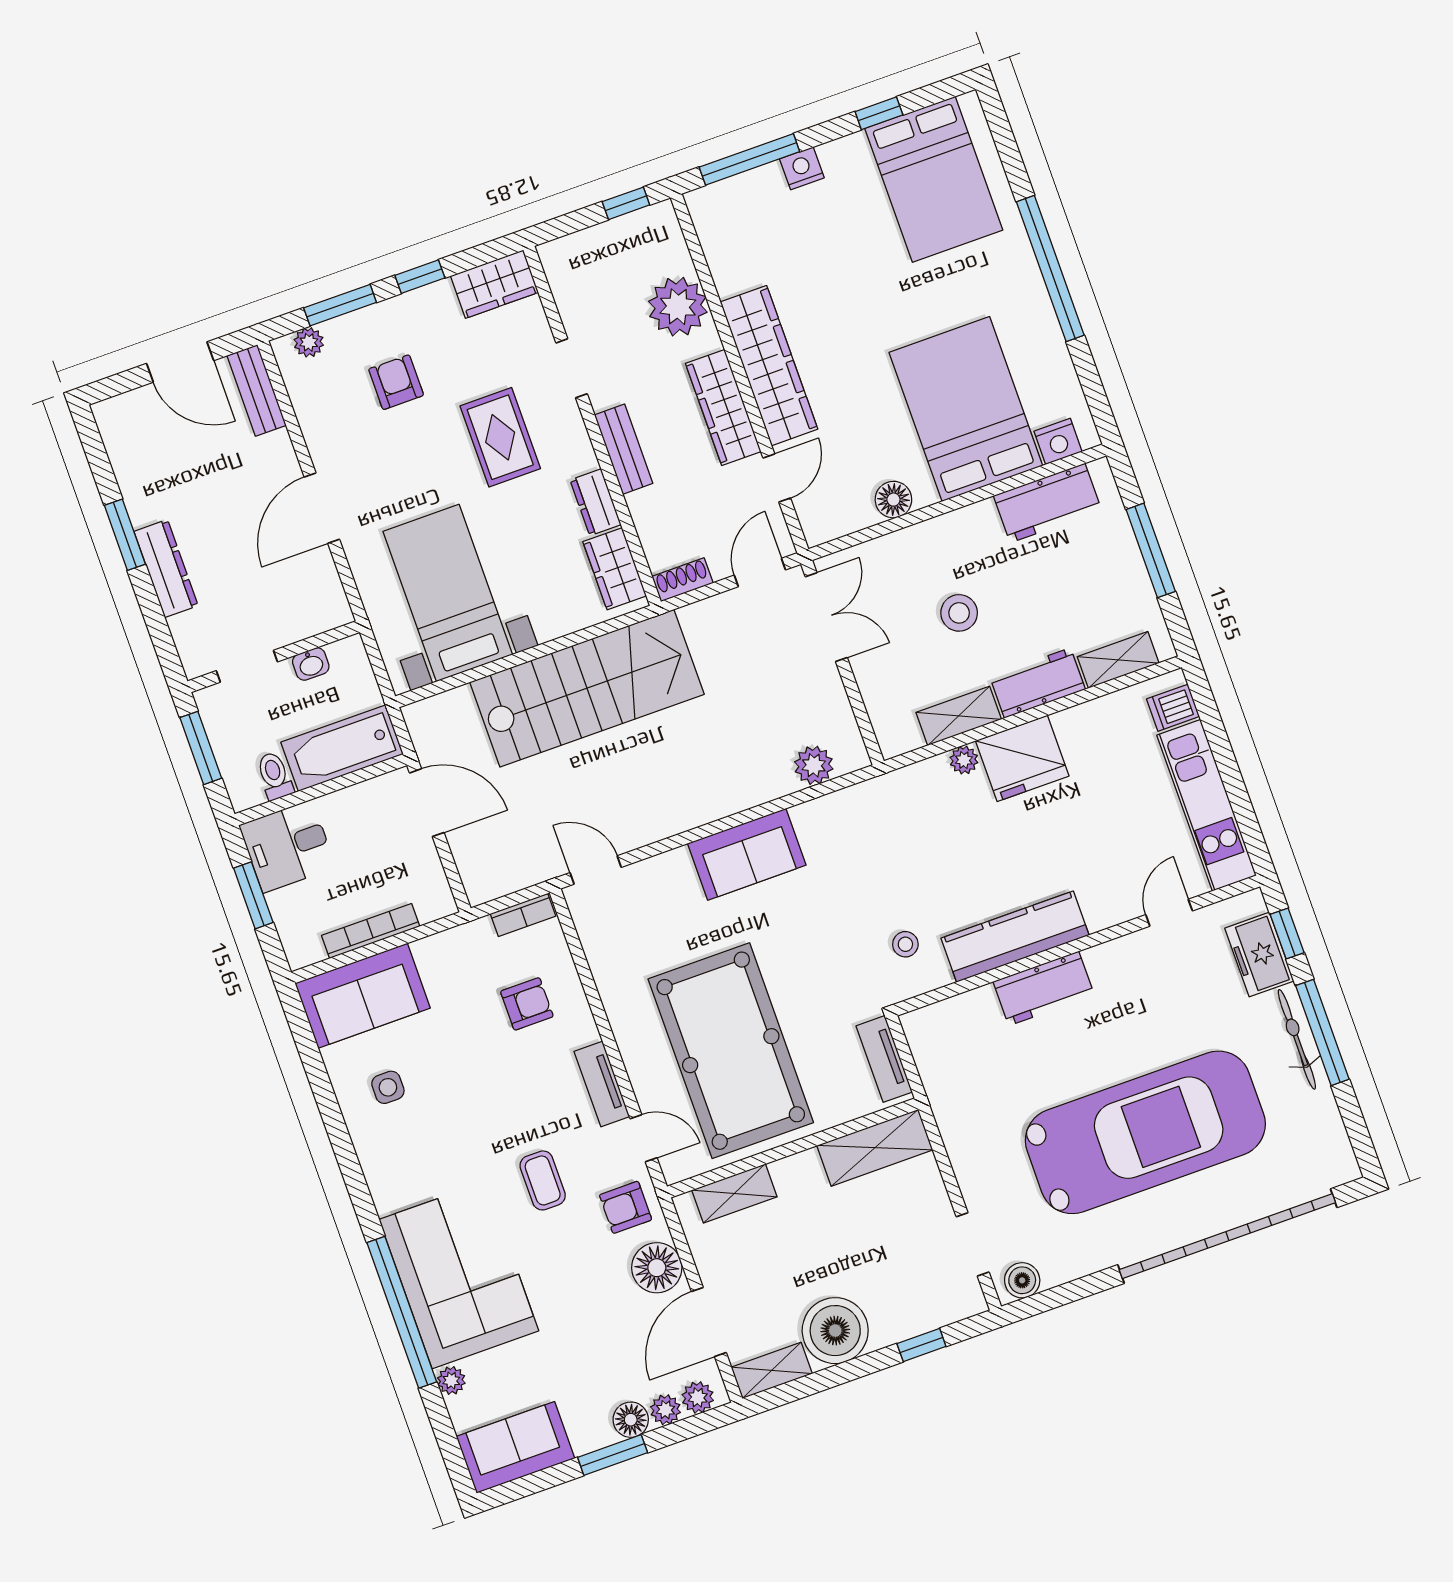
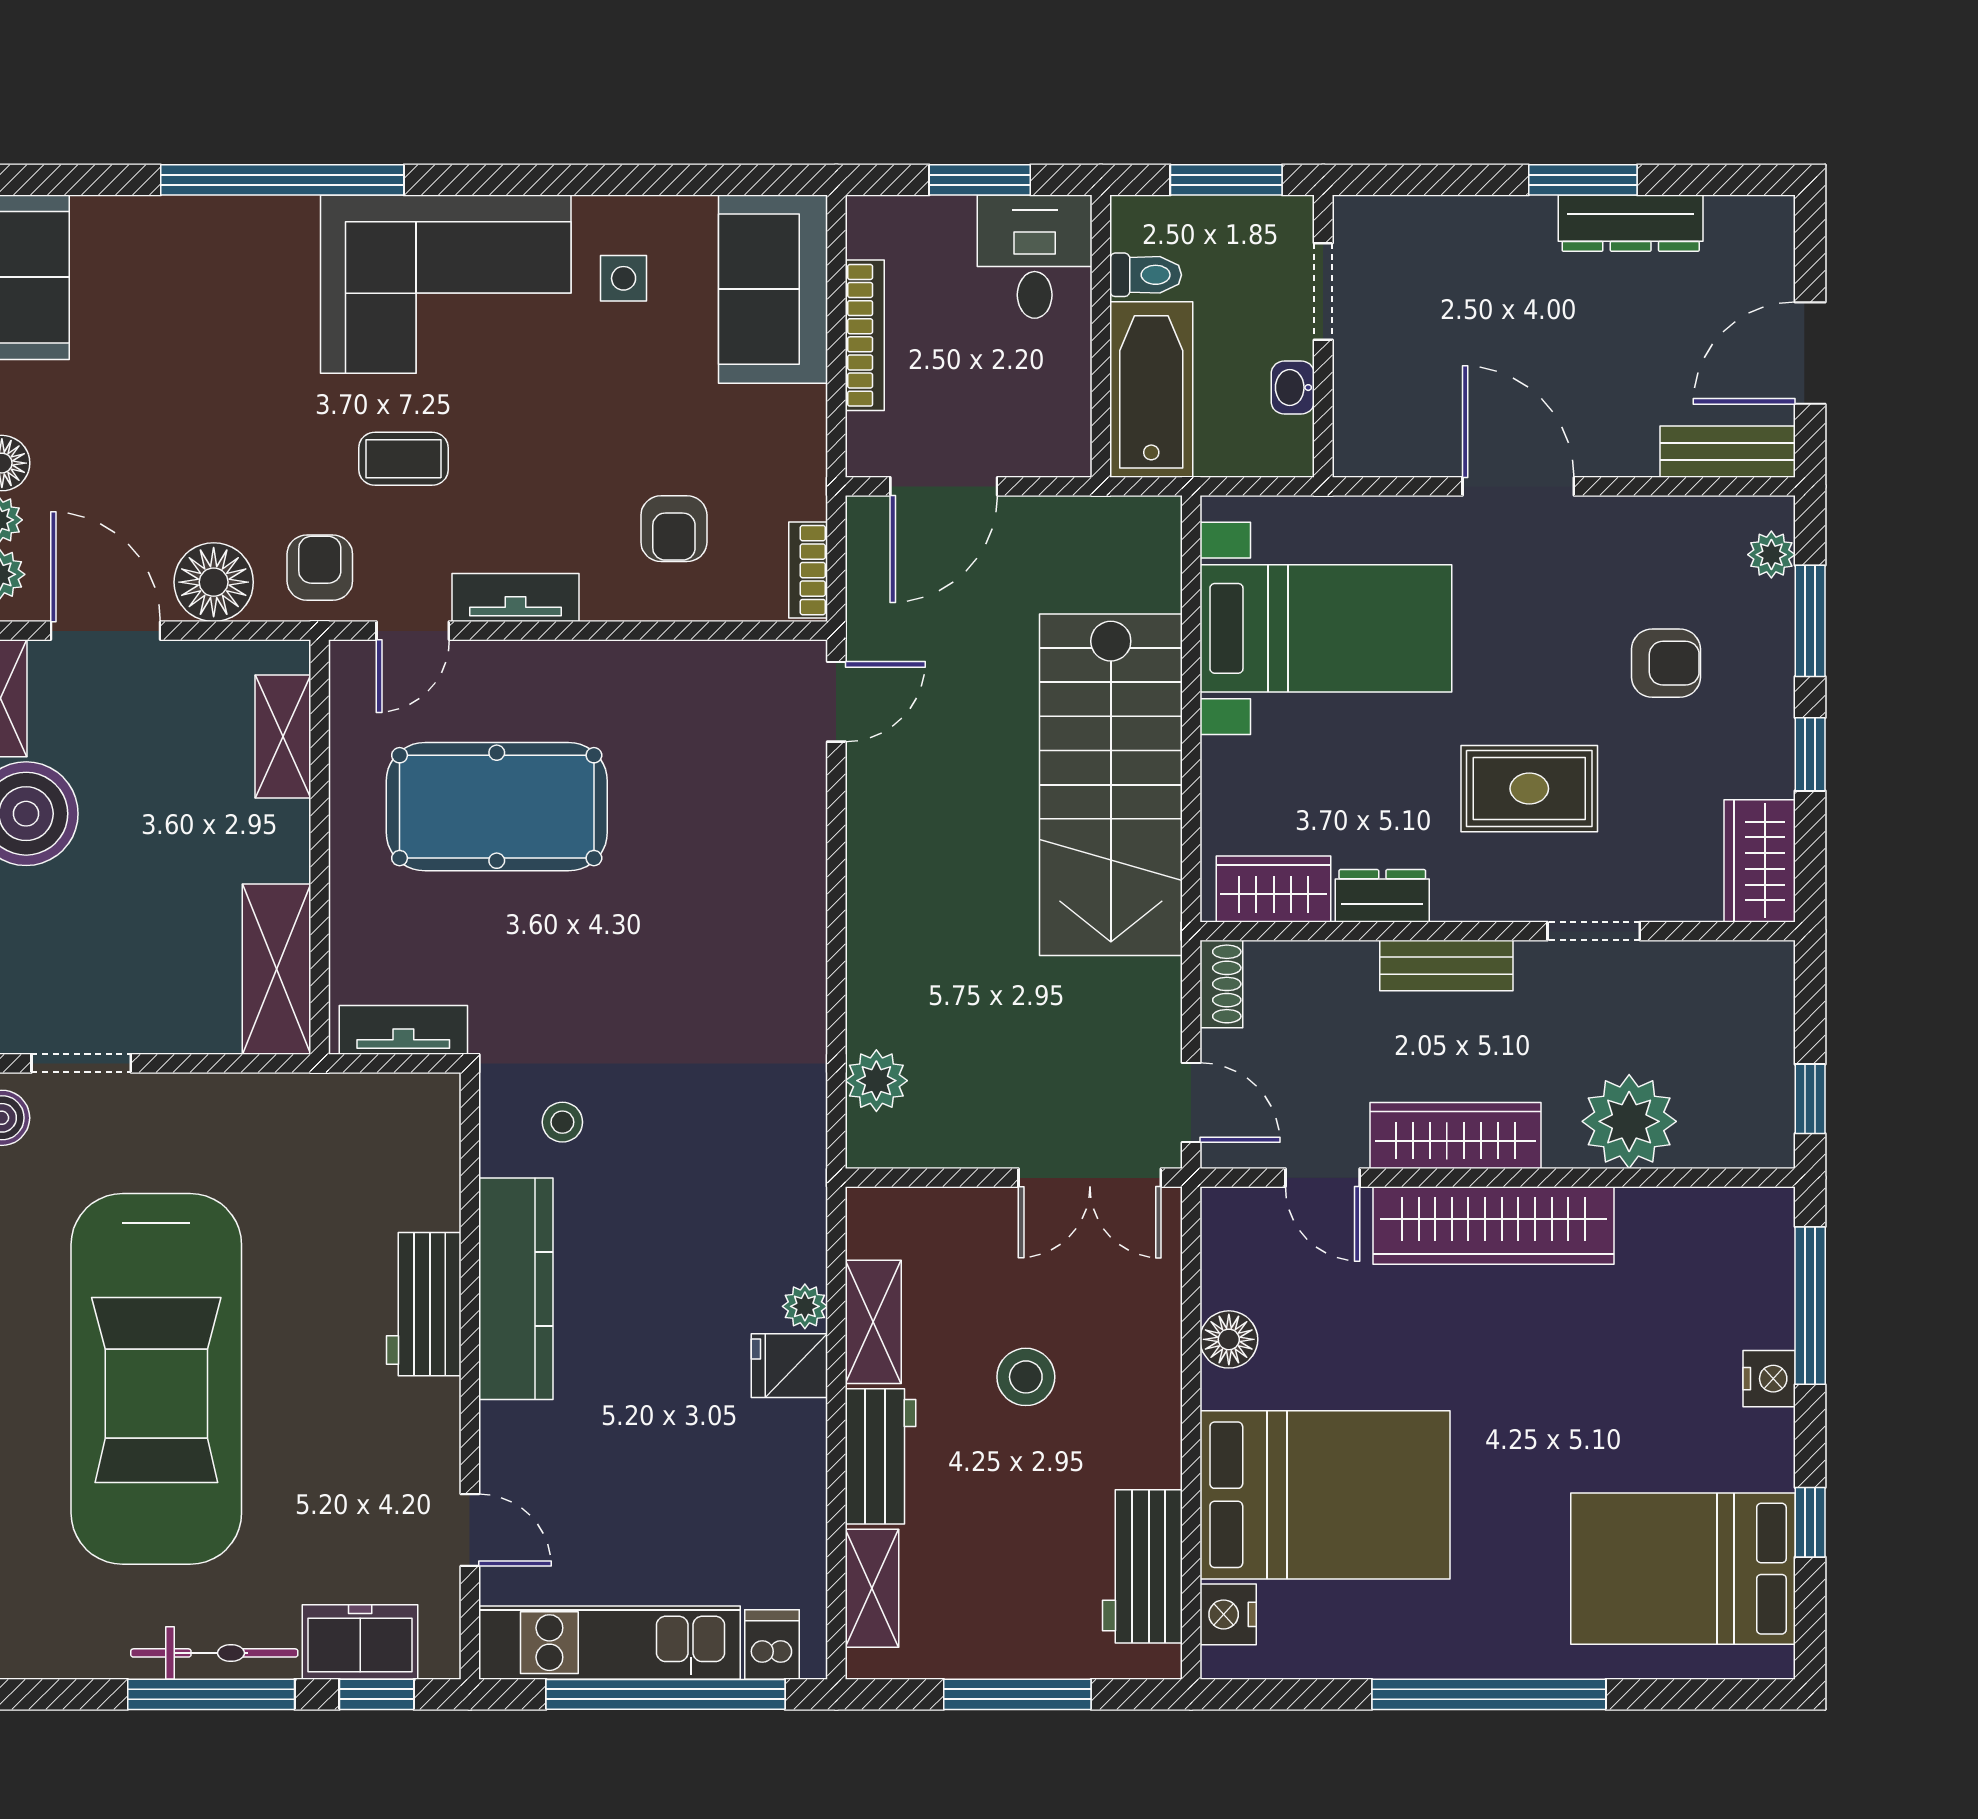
dresser: (166, 568) -> (1631, 223), moved
fridge: (1022, 758) -> (789, 1366), width x0.53, depth x0.75
window: (1226, 761) -> (665, 1694), added
door: (427, 803) -> (944, 486), moved
sofa: (747, 854) -> (780, 934), removed
pool table: (731, 1051) -> (497, 807), width x0.73, depth x0.76
corner sofa: (459, 1275) -> (446, 284), moved
plant: (451, 1381) -> (155, 217), removed

